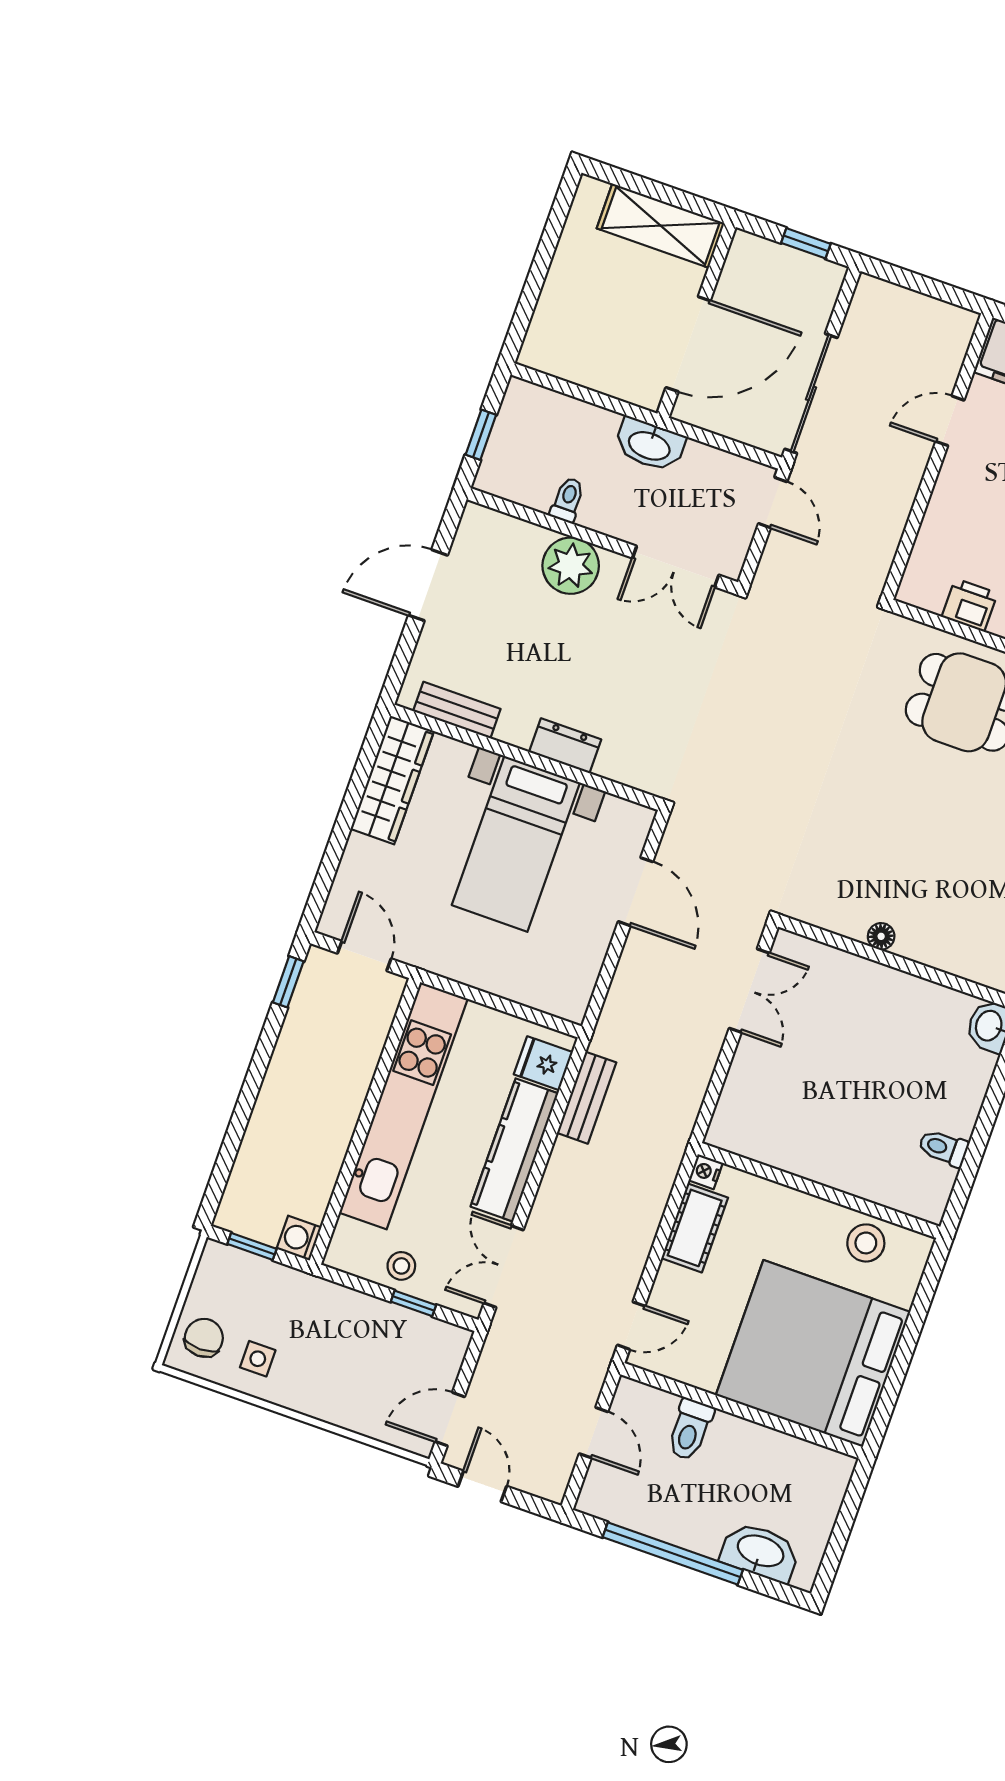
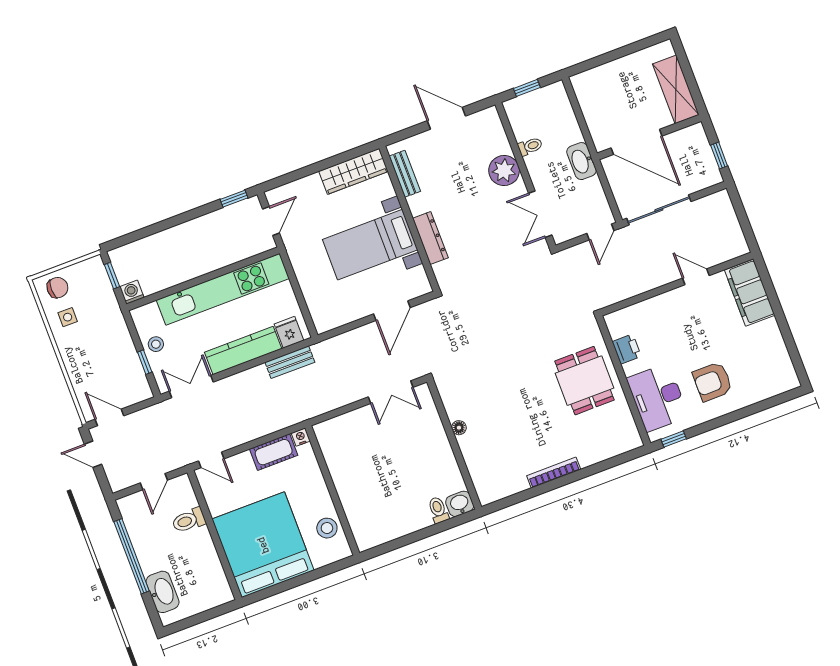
dresser: (565, 746) -> (430, 238), width x1.44
toilet: (943, 1148) -> (438, 510), moved
door: (482, 1486) -> (93, 454), swing flipped

